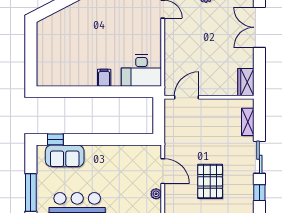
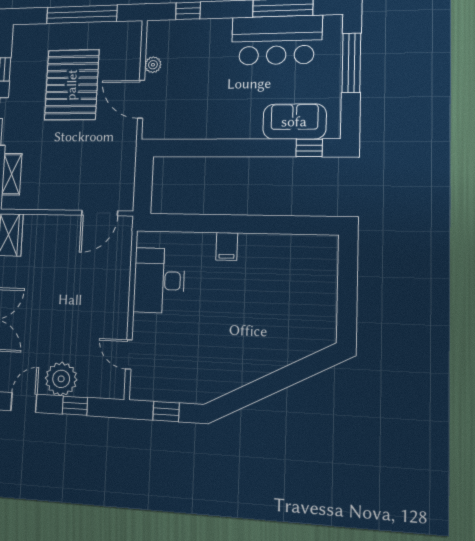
desk: (141, 71) -> (159, 281), moved, turned -90
pallet: (210, 181) -> (72, 85), width x1.37, depth x1.41

